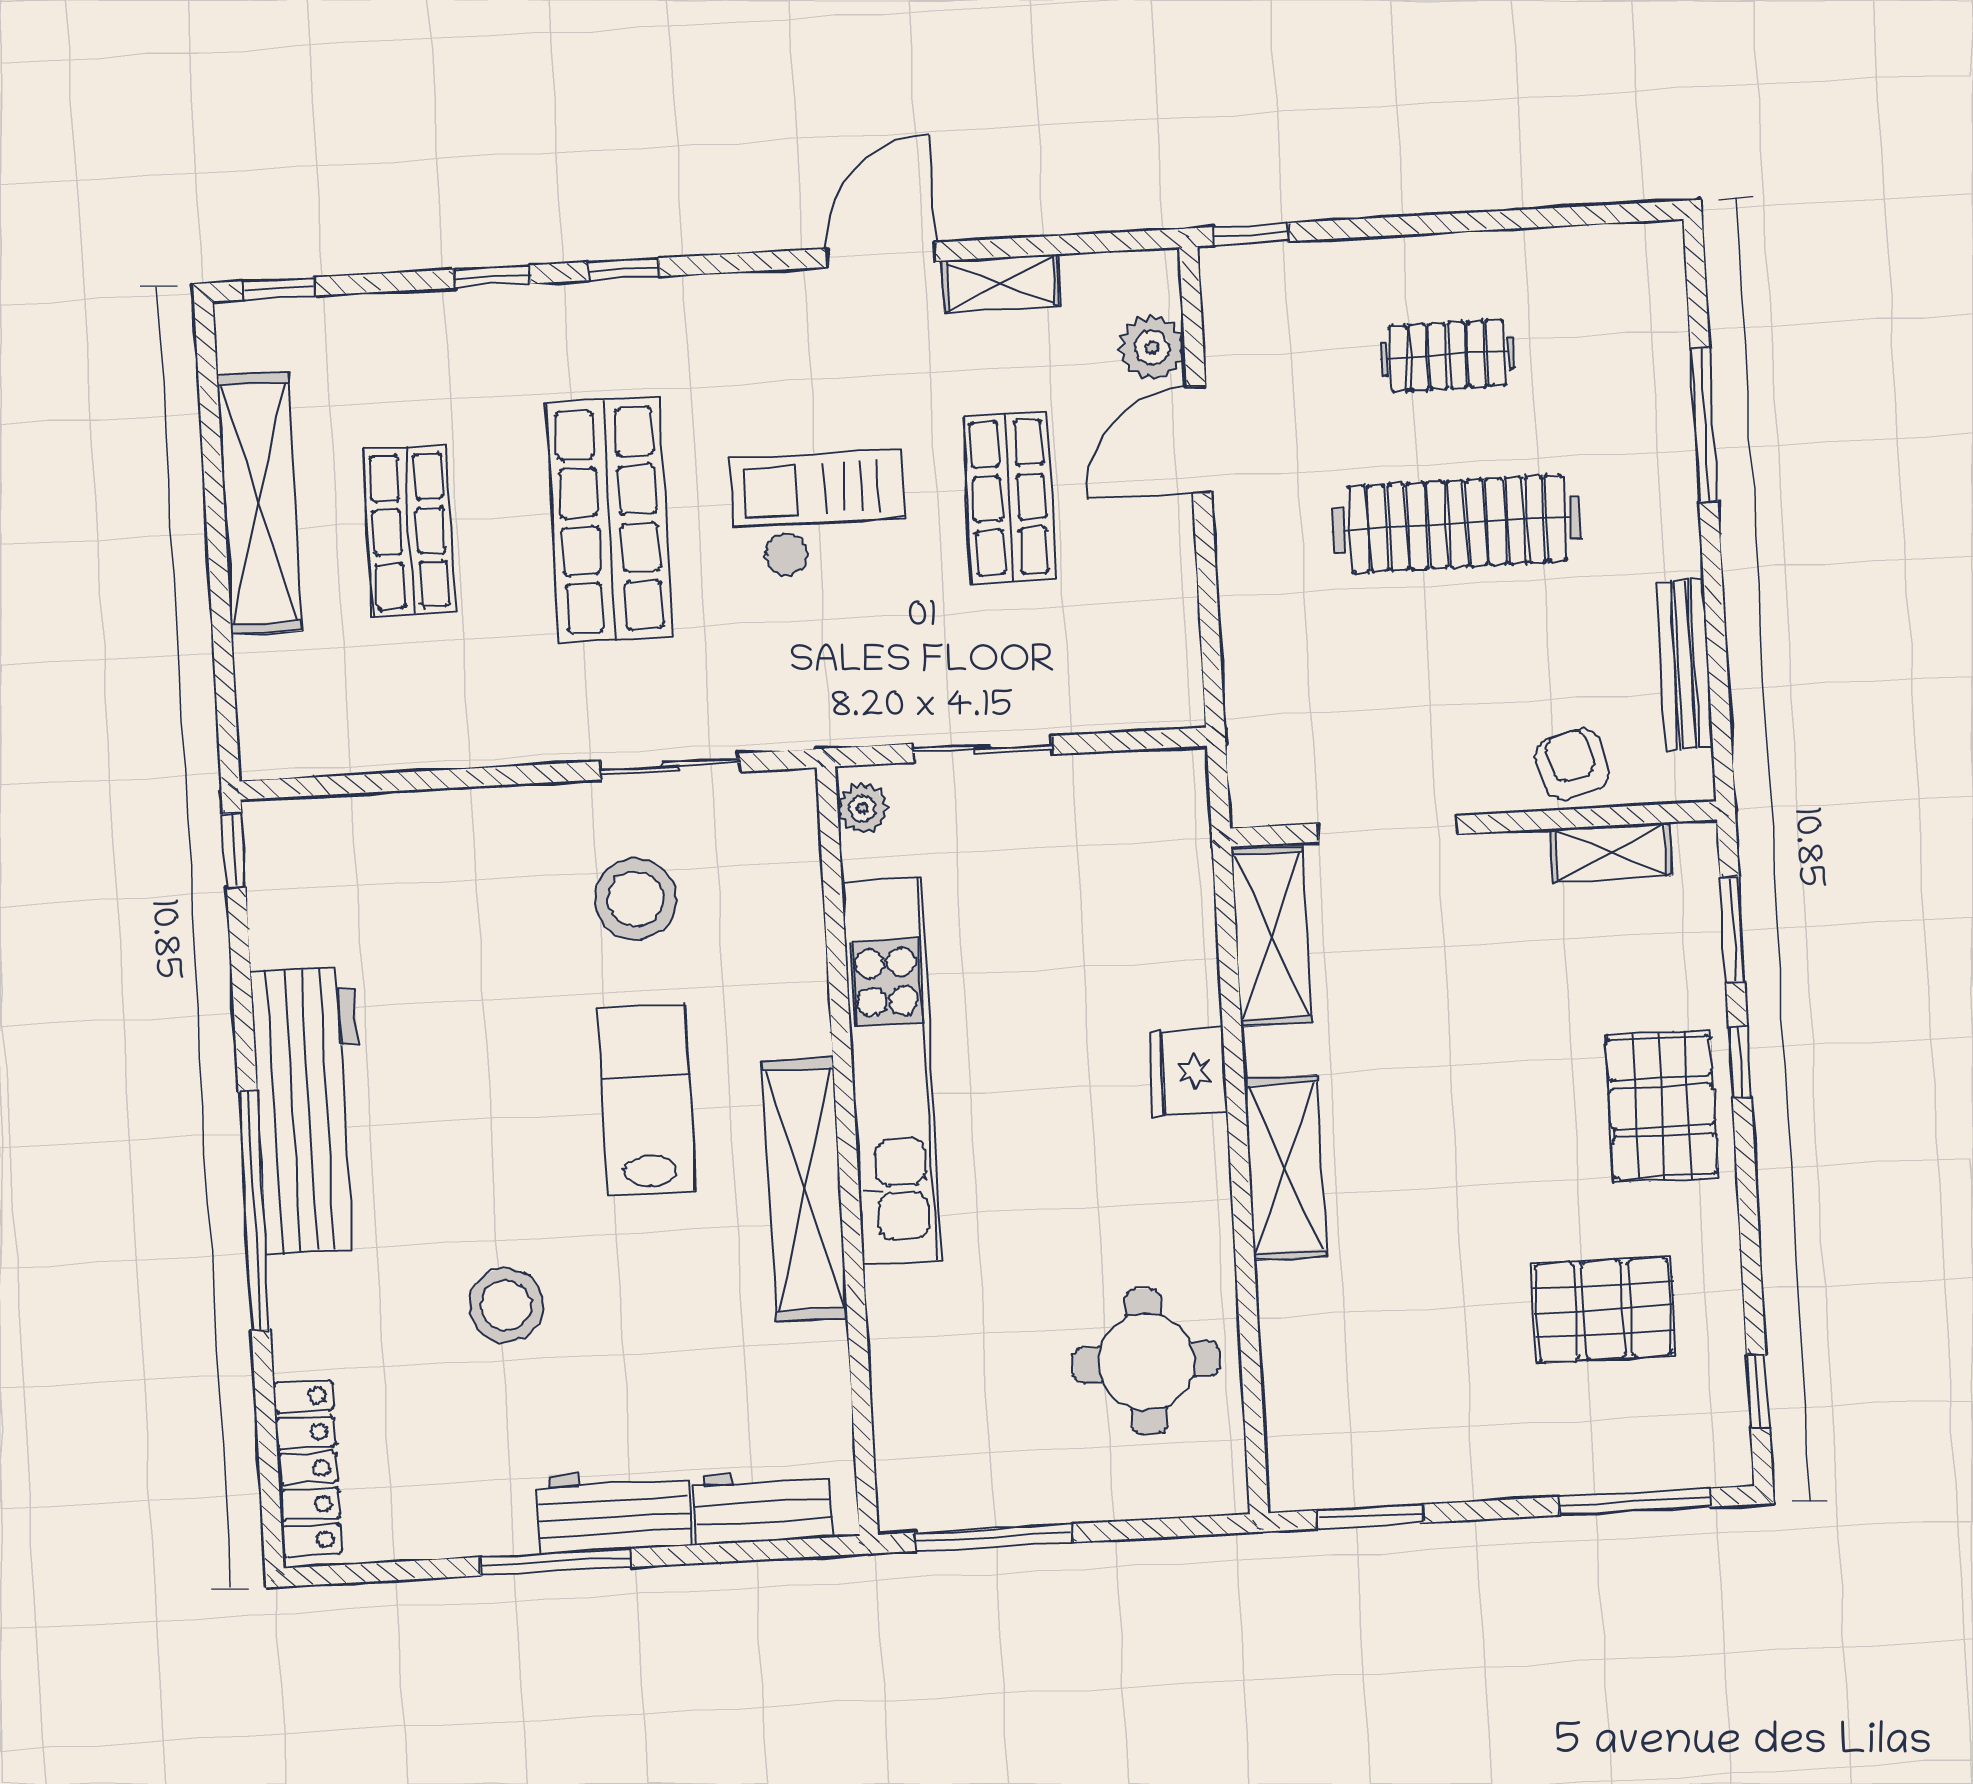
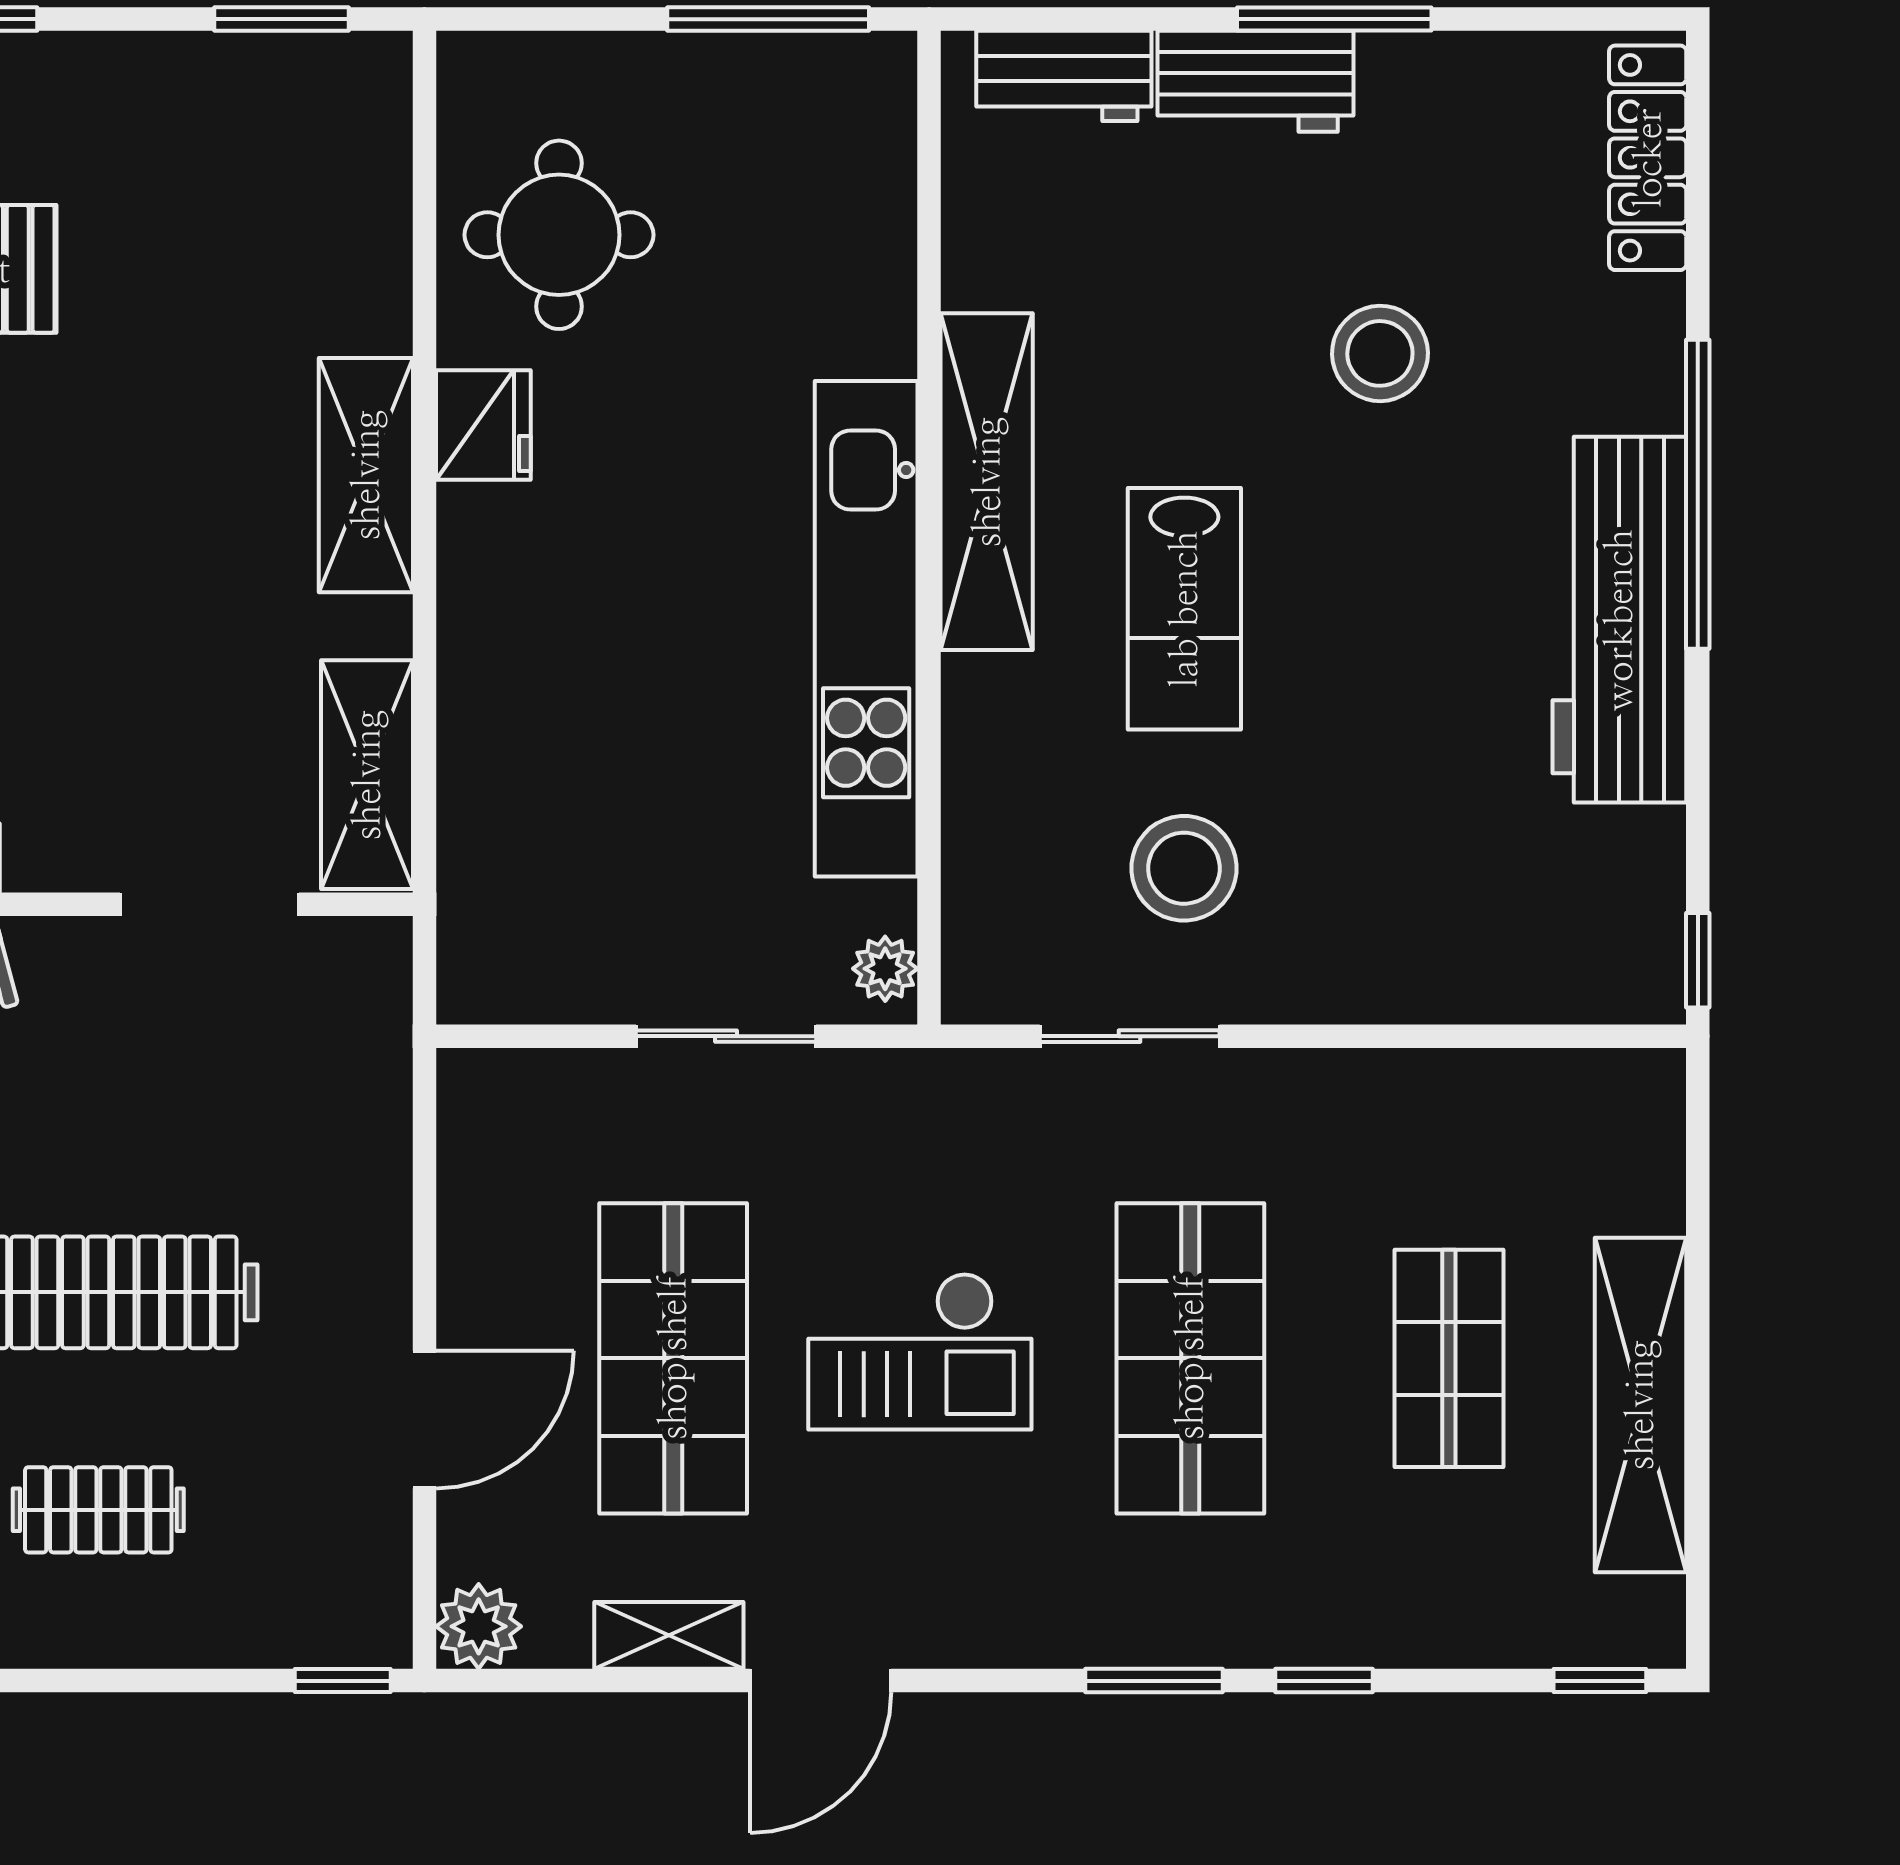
window: (623, 269) -> (1154, 1681), width x1.50
plant: (1152, 348) -> (479, 1626), moved
shop shelf: (1009, 498) -> (673, 1358), width x1.43, depth x1.36
fridge: (1189, 1072) -> (483, 425), moved

